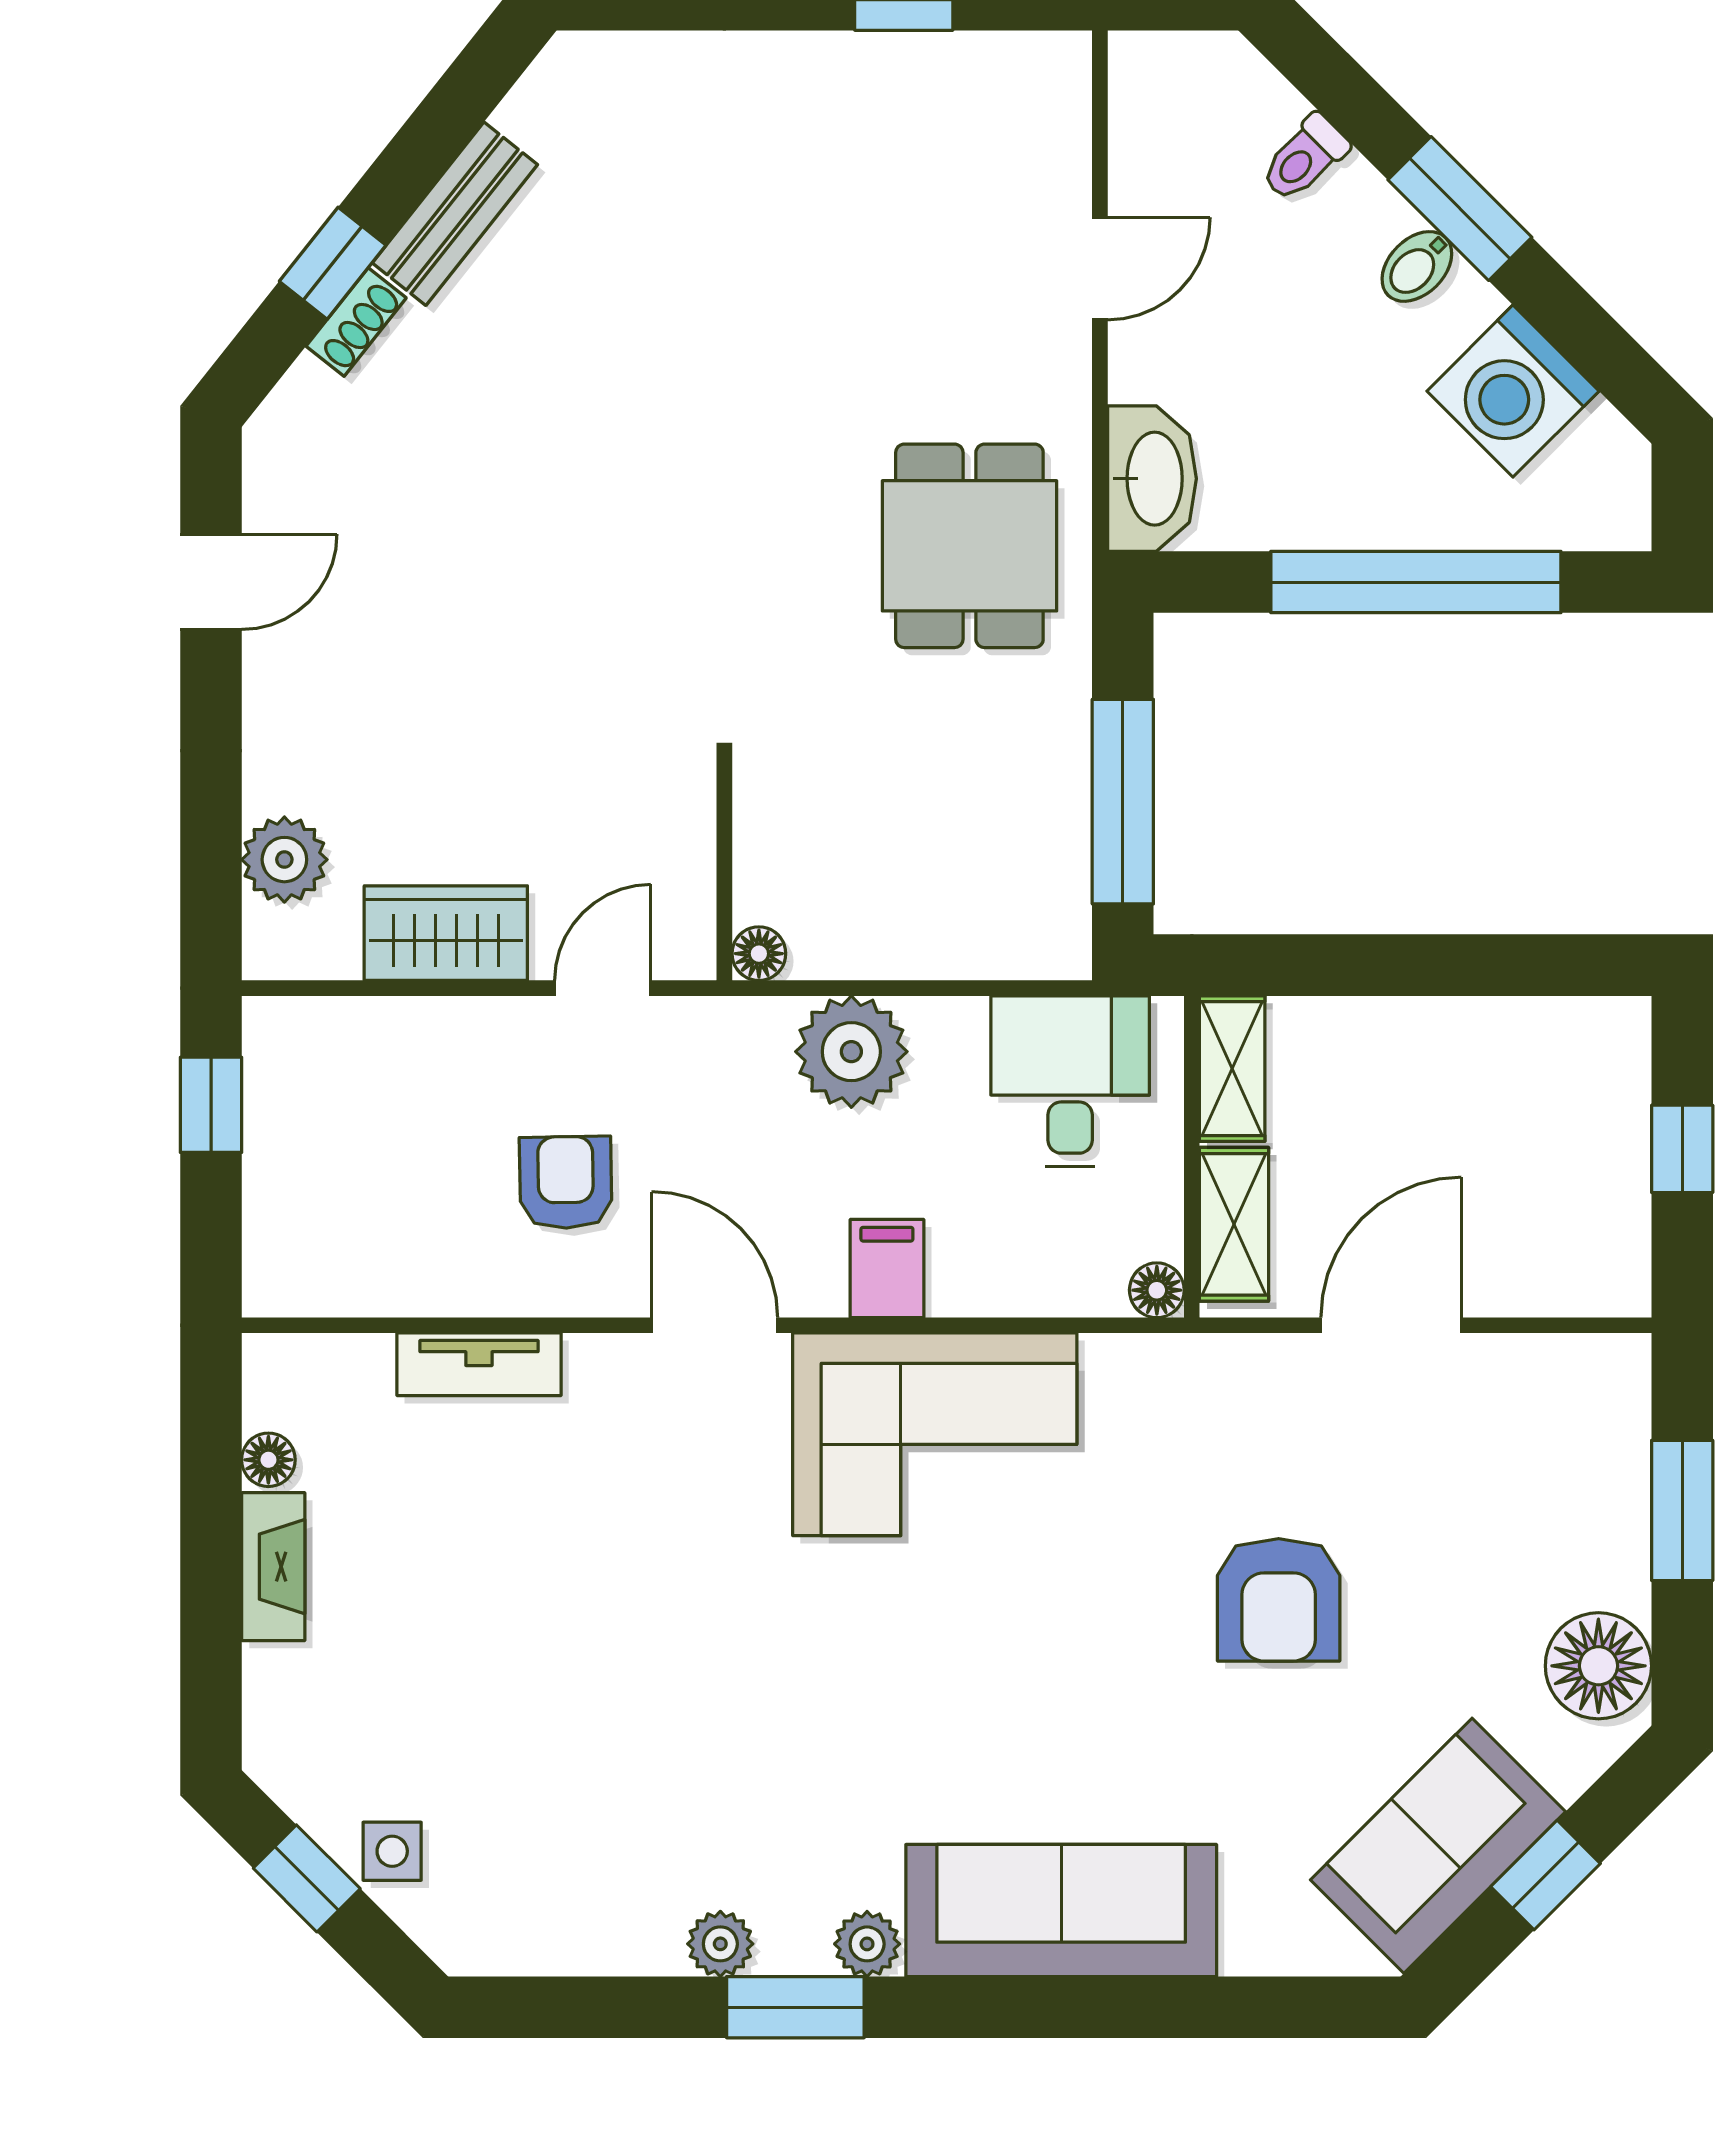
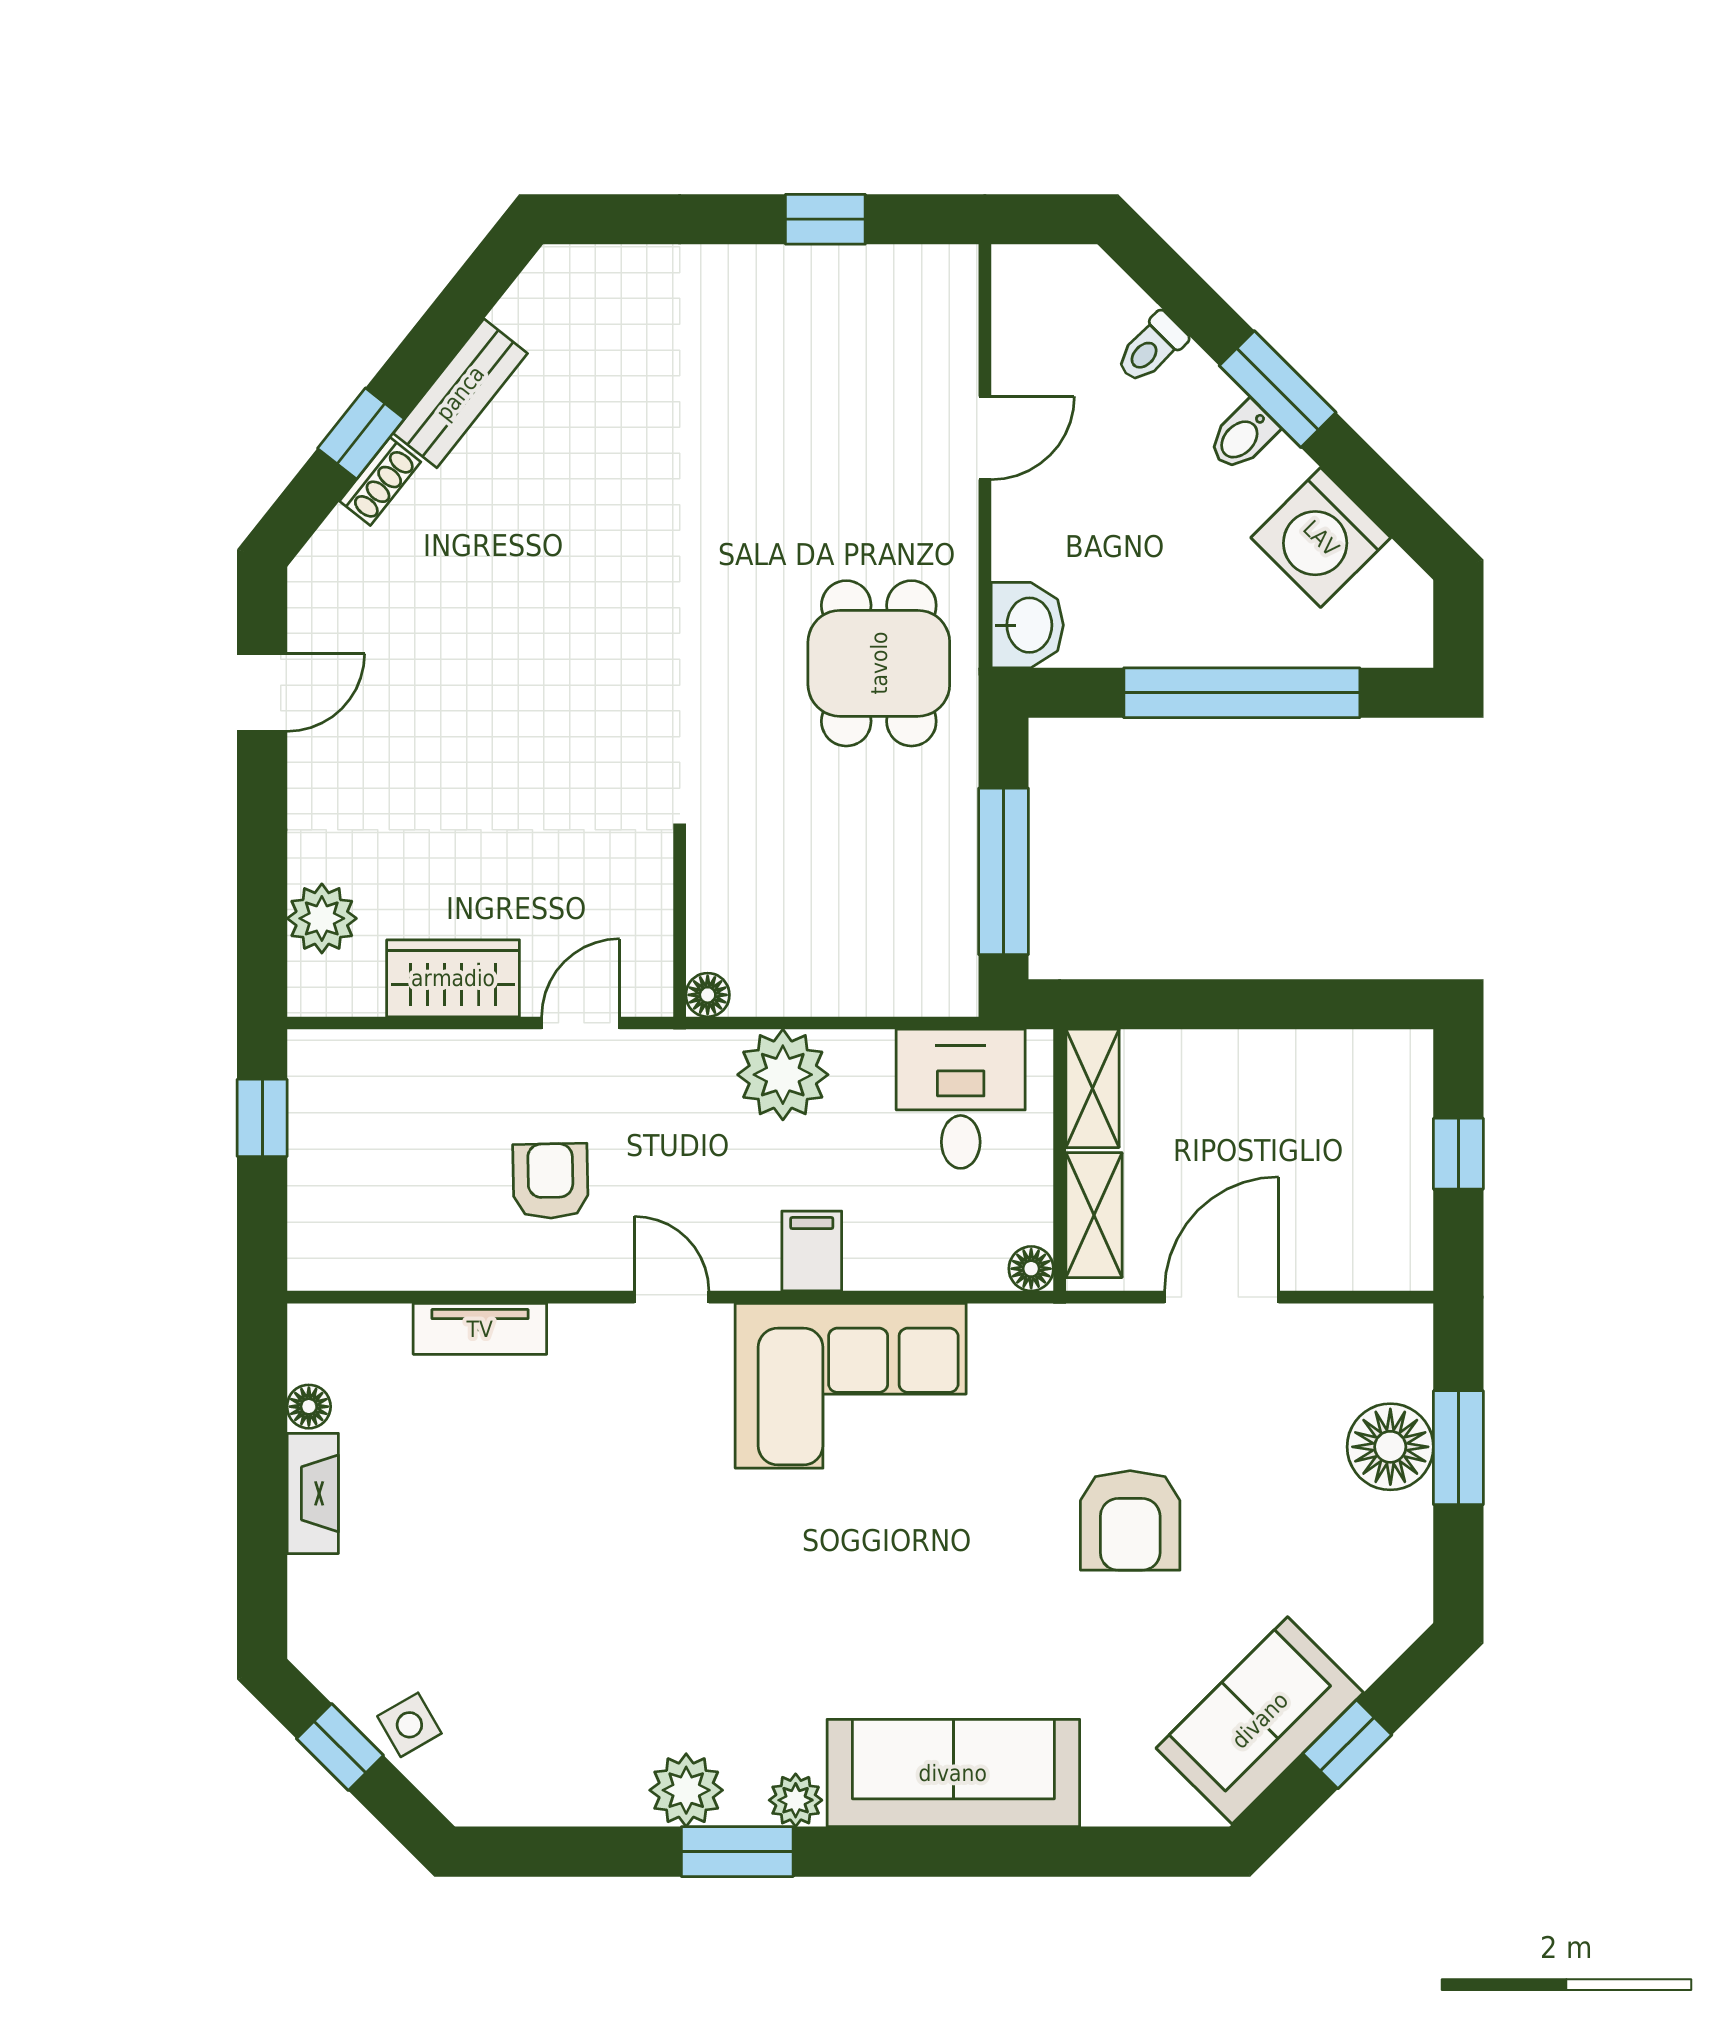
washbasin: (1152, 479) -> (1027, 625), width x0.72
door: (715, 1325) -> (672, 1297), width x0.73
floor lamp: (1598, 1666) -> (1390, 1447), moved
side table: (392, 1851) -> (409, 1725), turned -30
plant: (720, 1944) -> (686, 1790), width x1.38, depth x1.38

